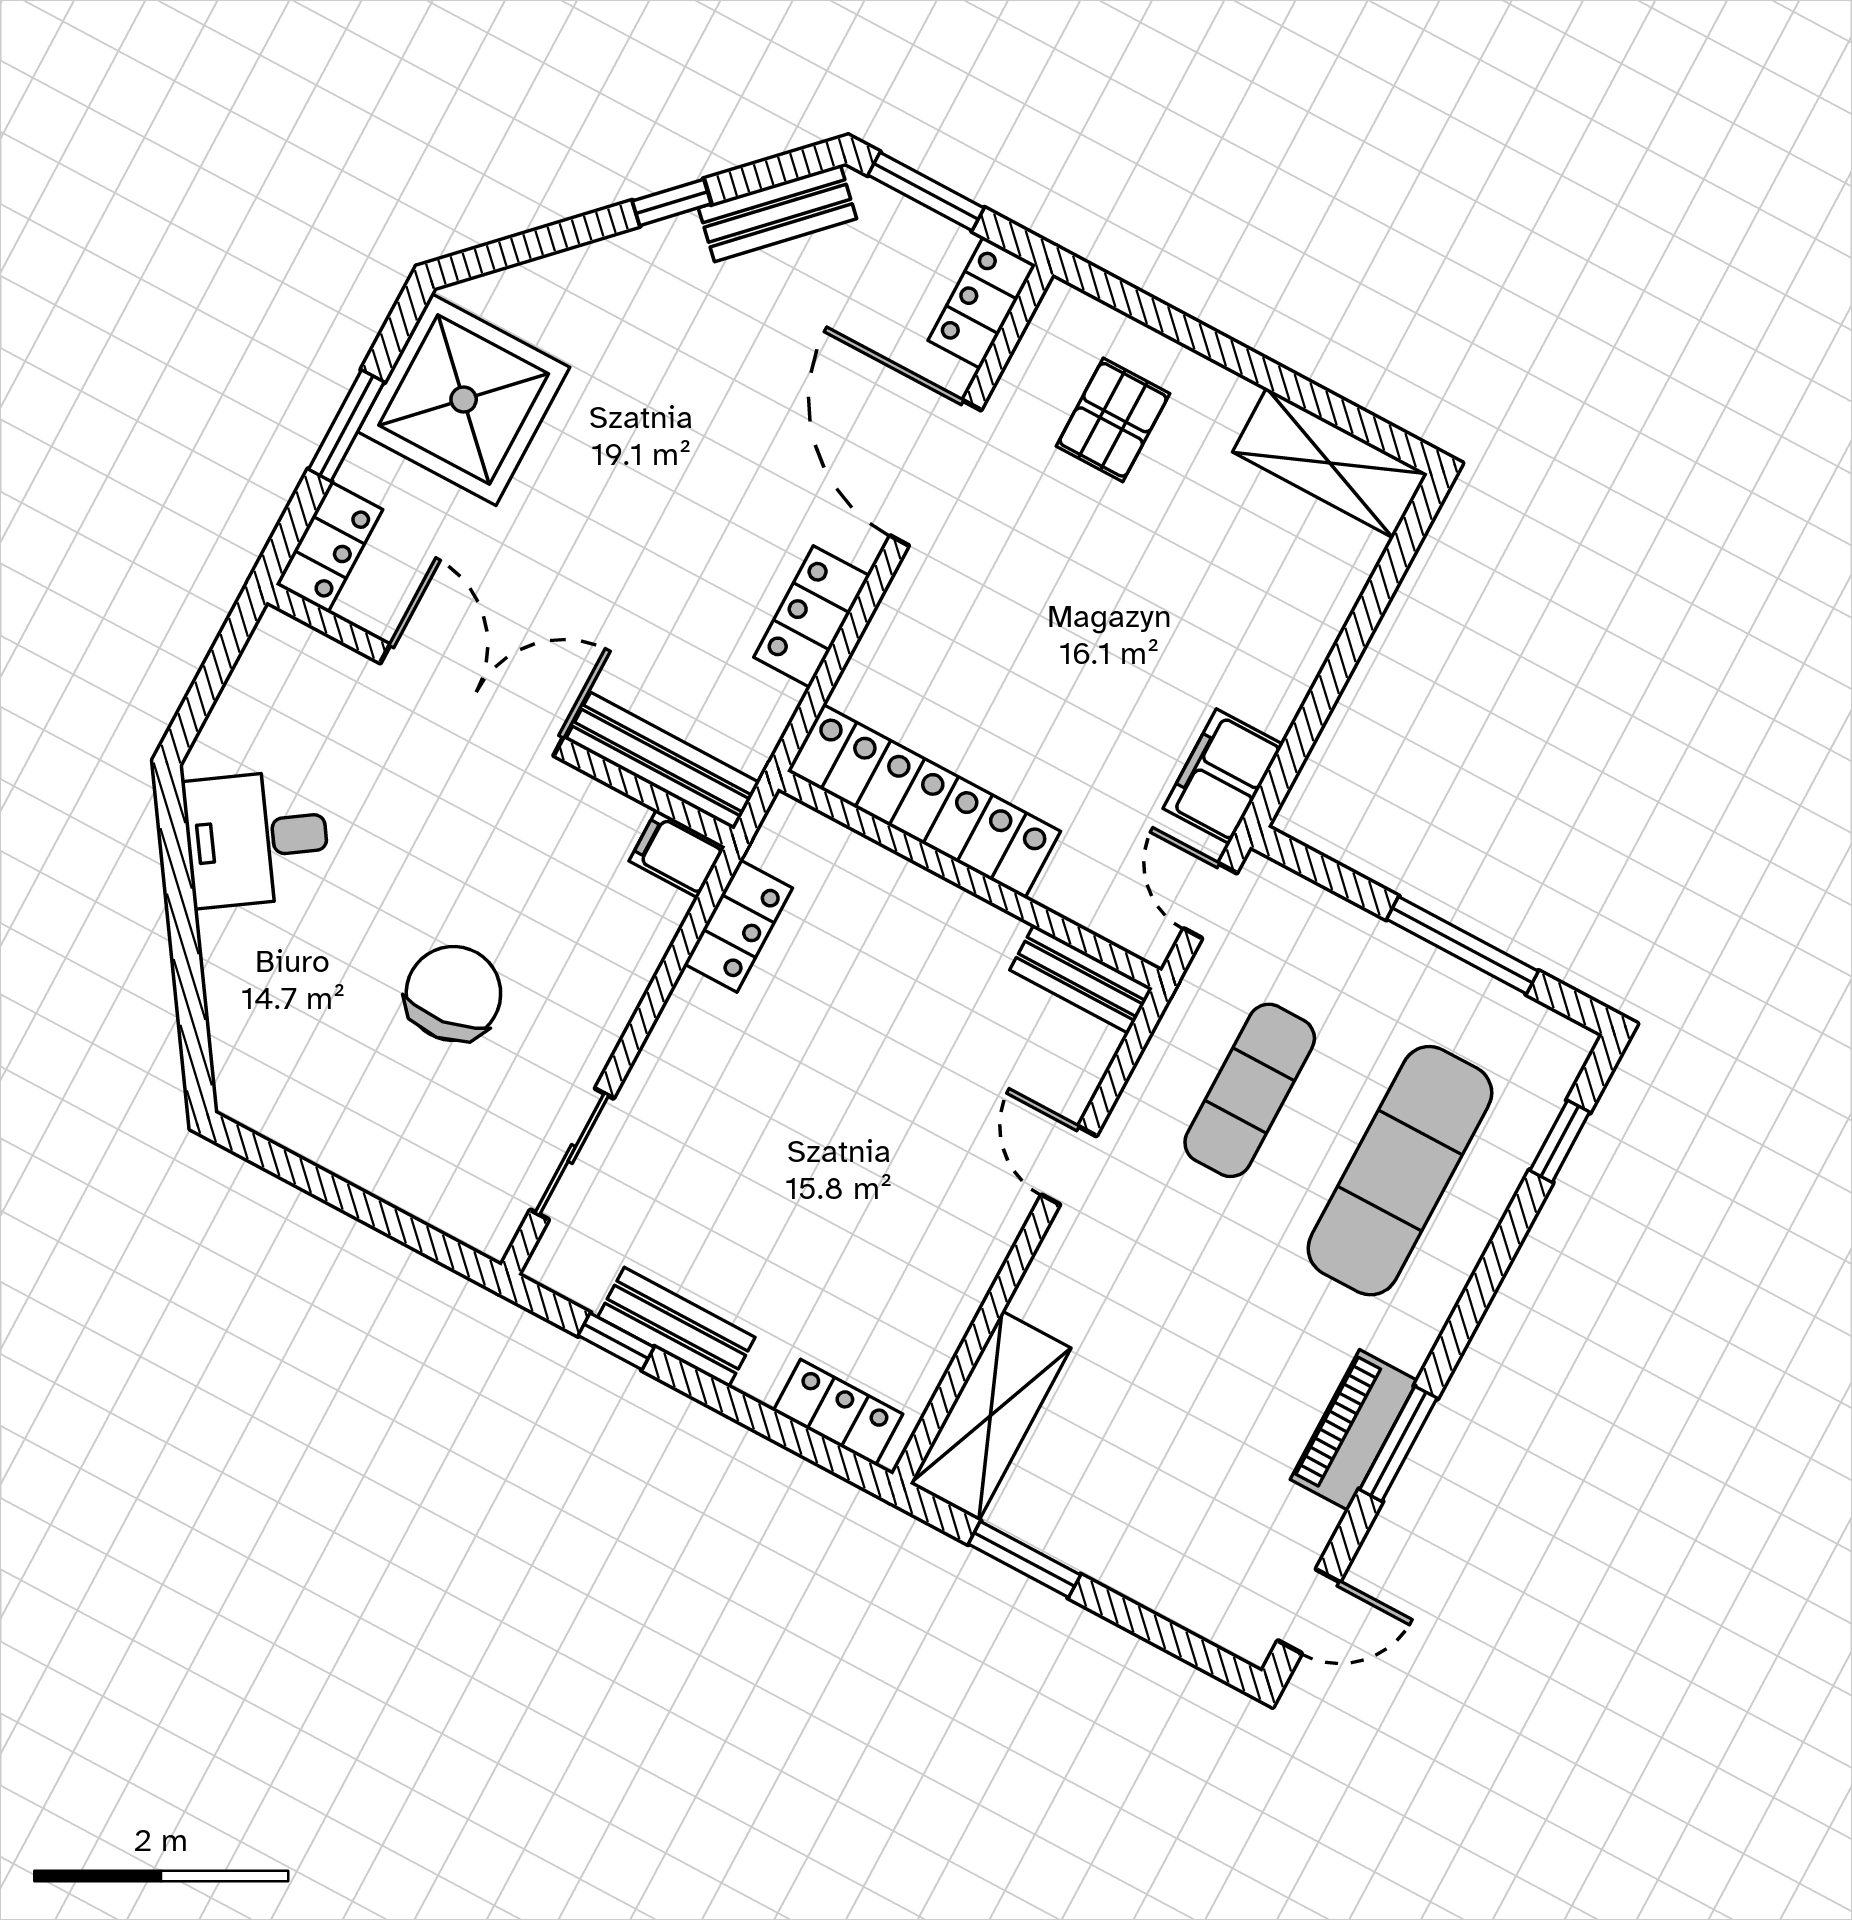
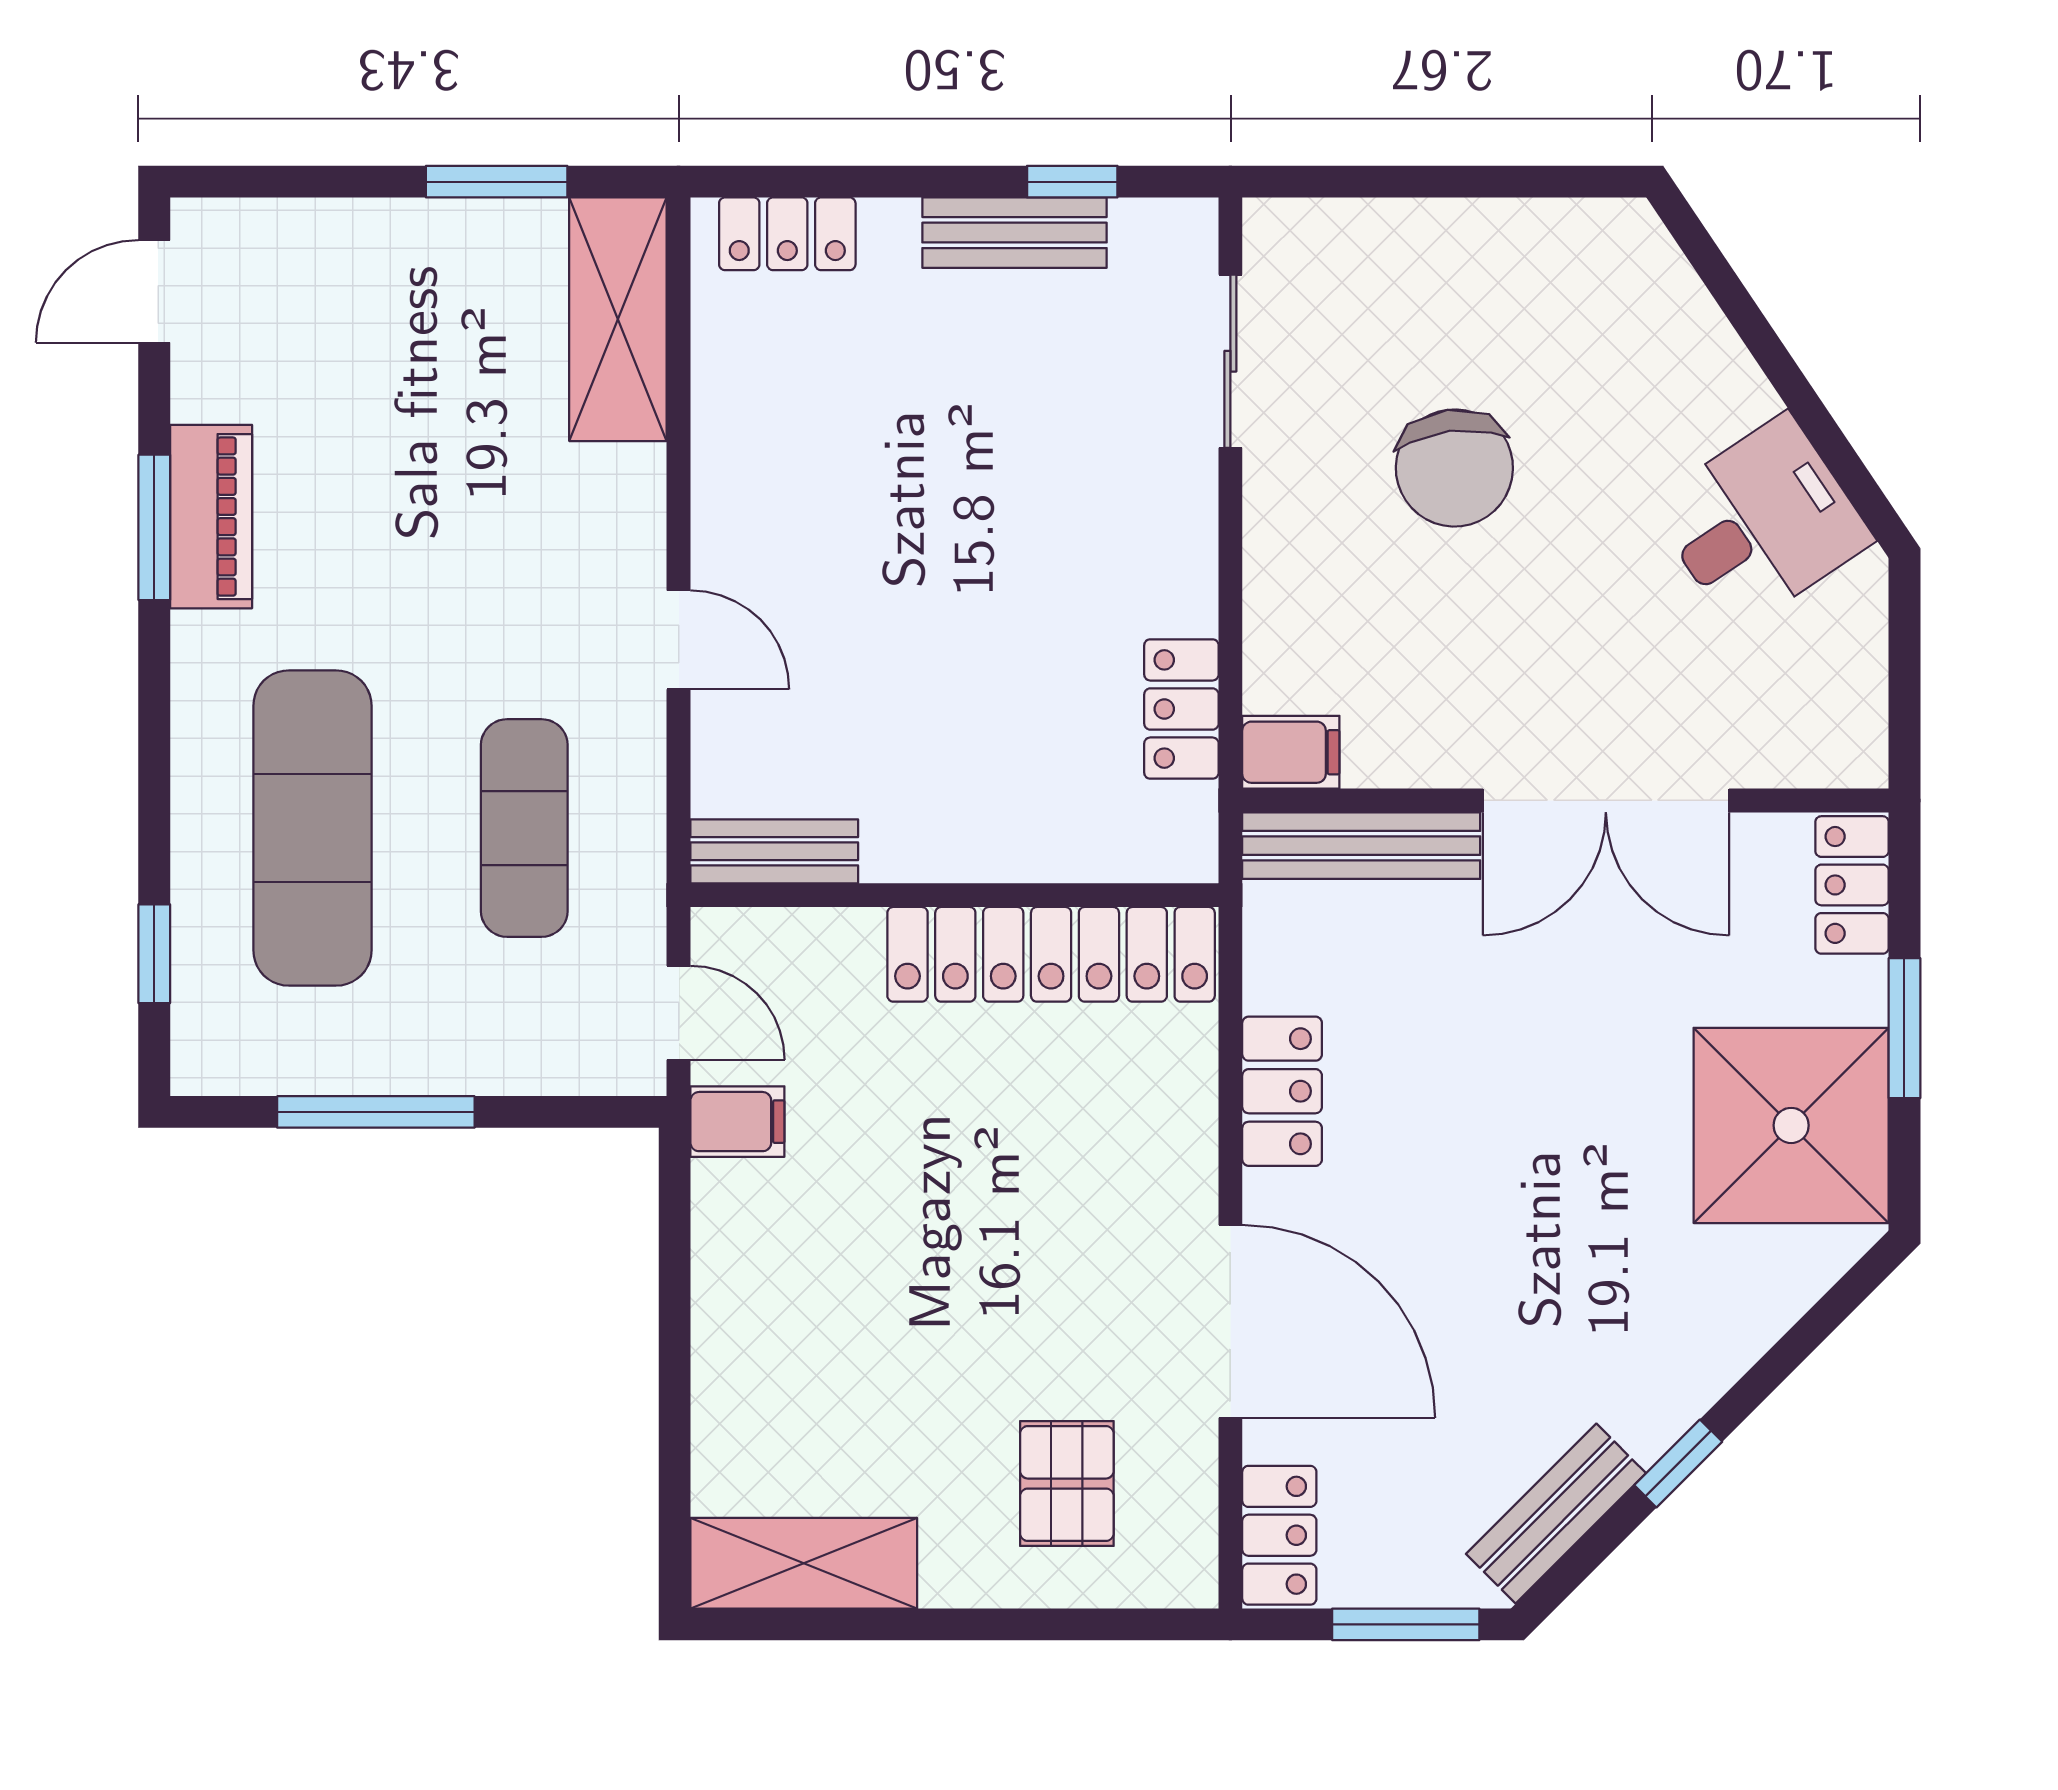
filing cabinet: (1223, 776) -> (737, 1122), width x0.50

